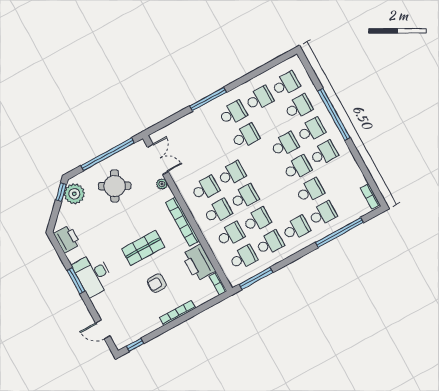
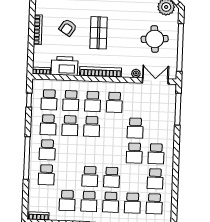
window: (208, 99) -> (178, 109), moved
double door: (158, 159) -> (155, 81), swing flipped
school desk: (232, 174) -> (135, 128), moved
round table: (115, 186) -> (155, 39), turned -32
school desk: (310, 191) -> (67, 201), moved
window: (339, 232) -> (27, 158), moved
window: (256, 278) -> (29, 100), width x0.46
armchair: (157, 283) -> (68, 28), turned -146

